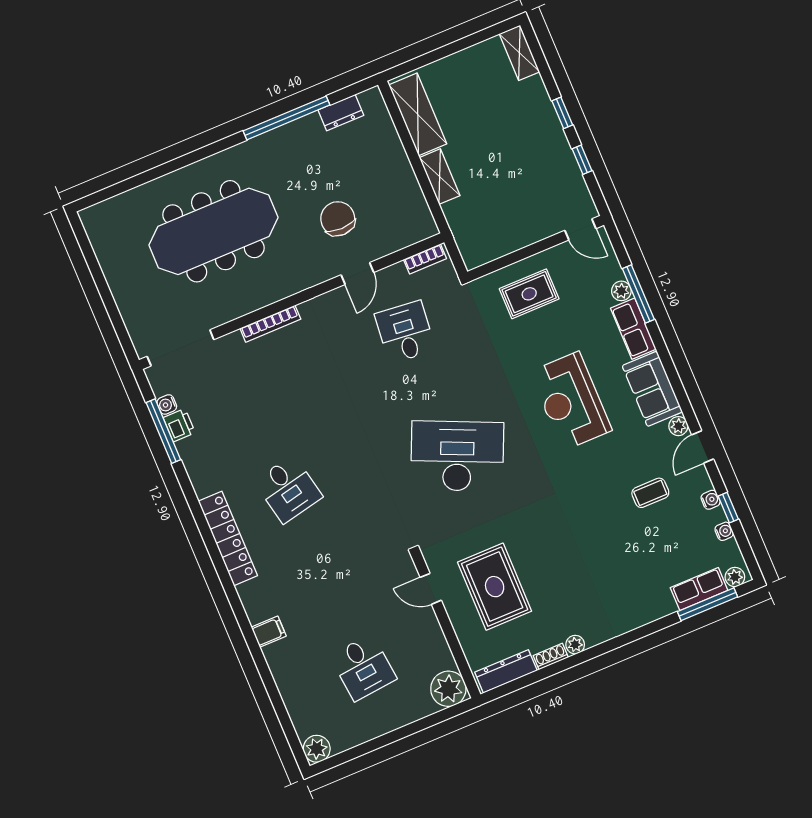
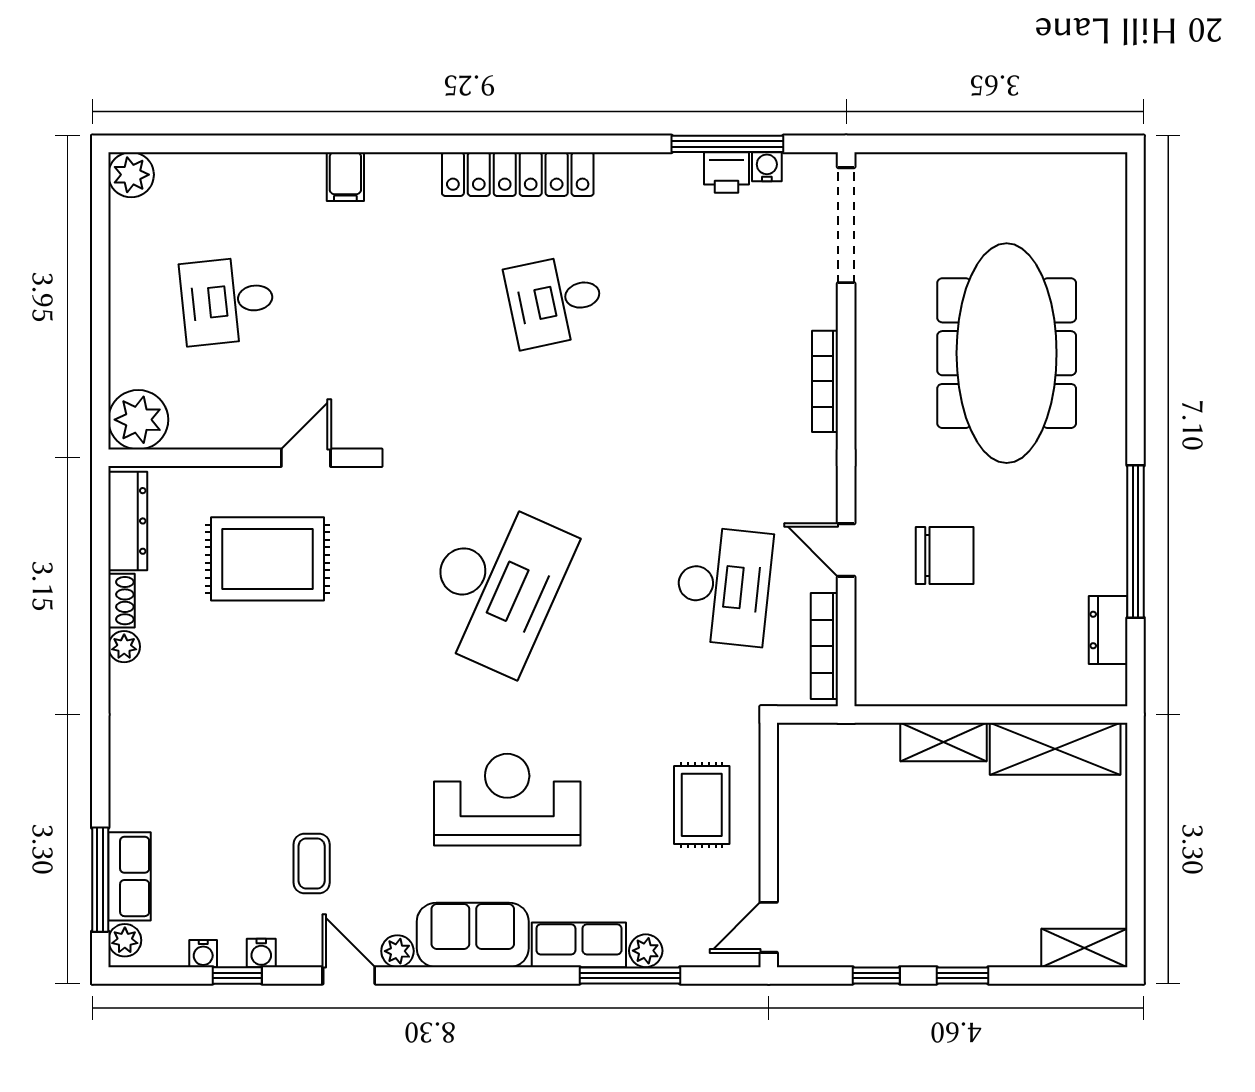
bookcase: (425, 259) -> (824, 646), width x1.56
desk: (405, 332) -> (724, 586), width x1.37

